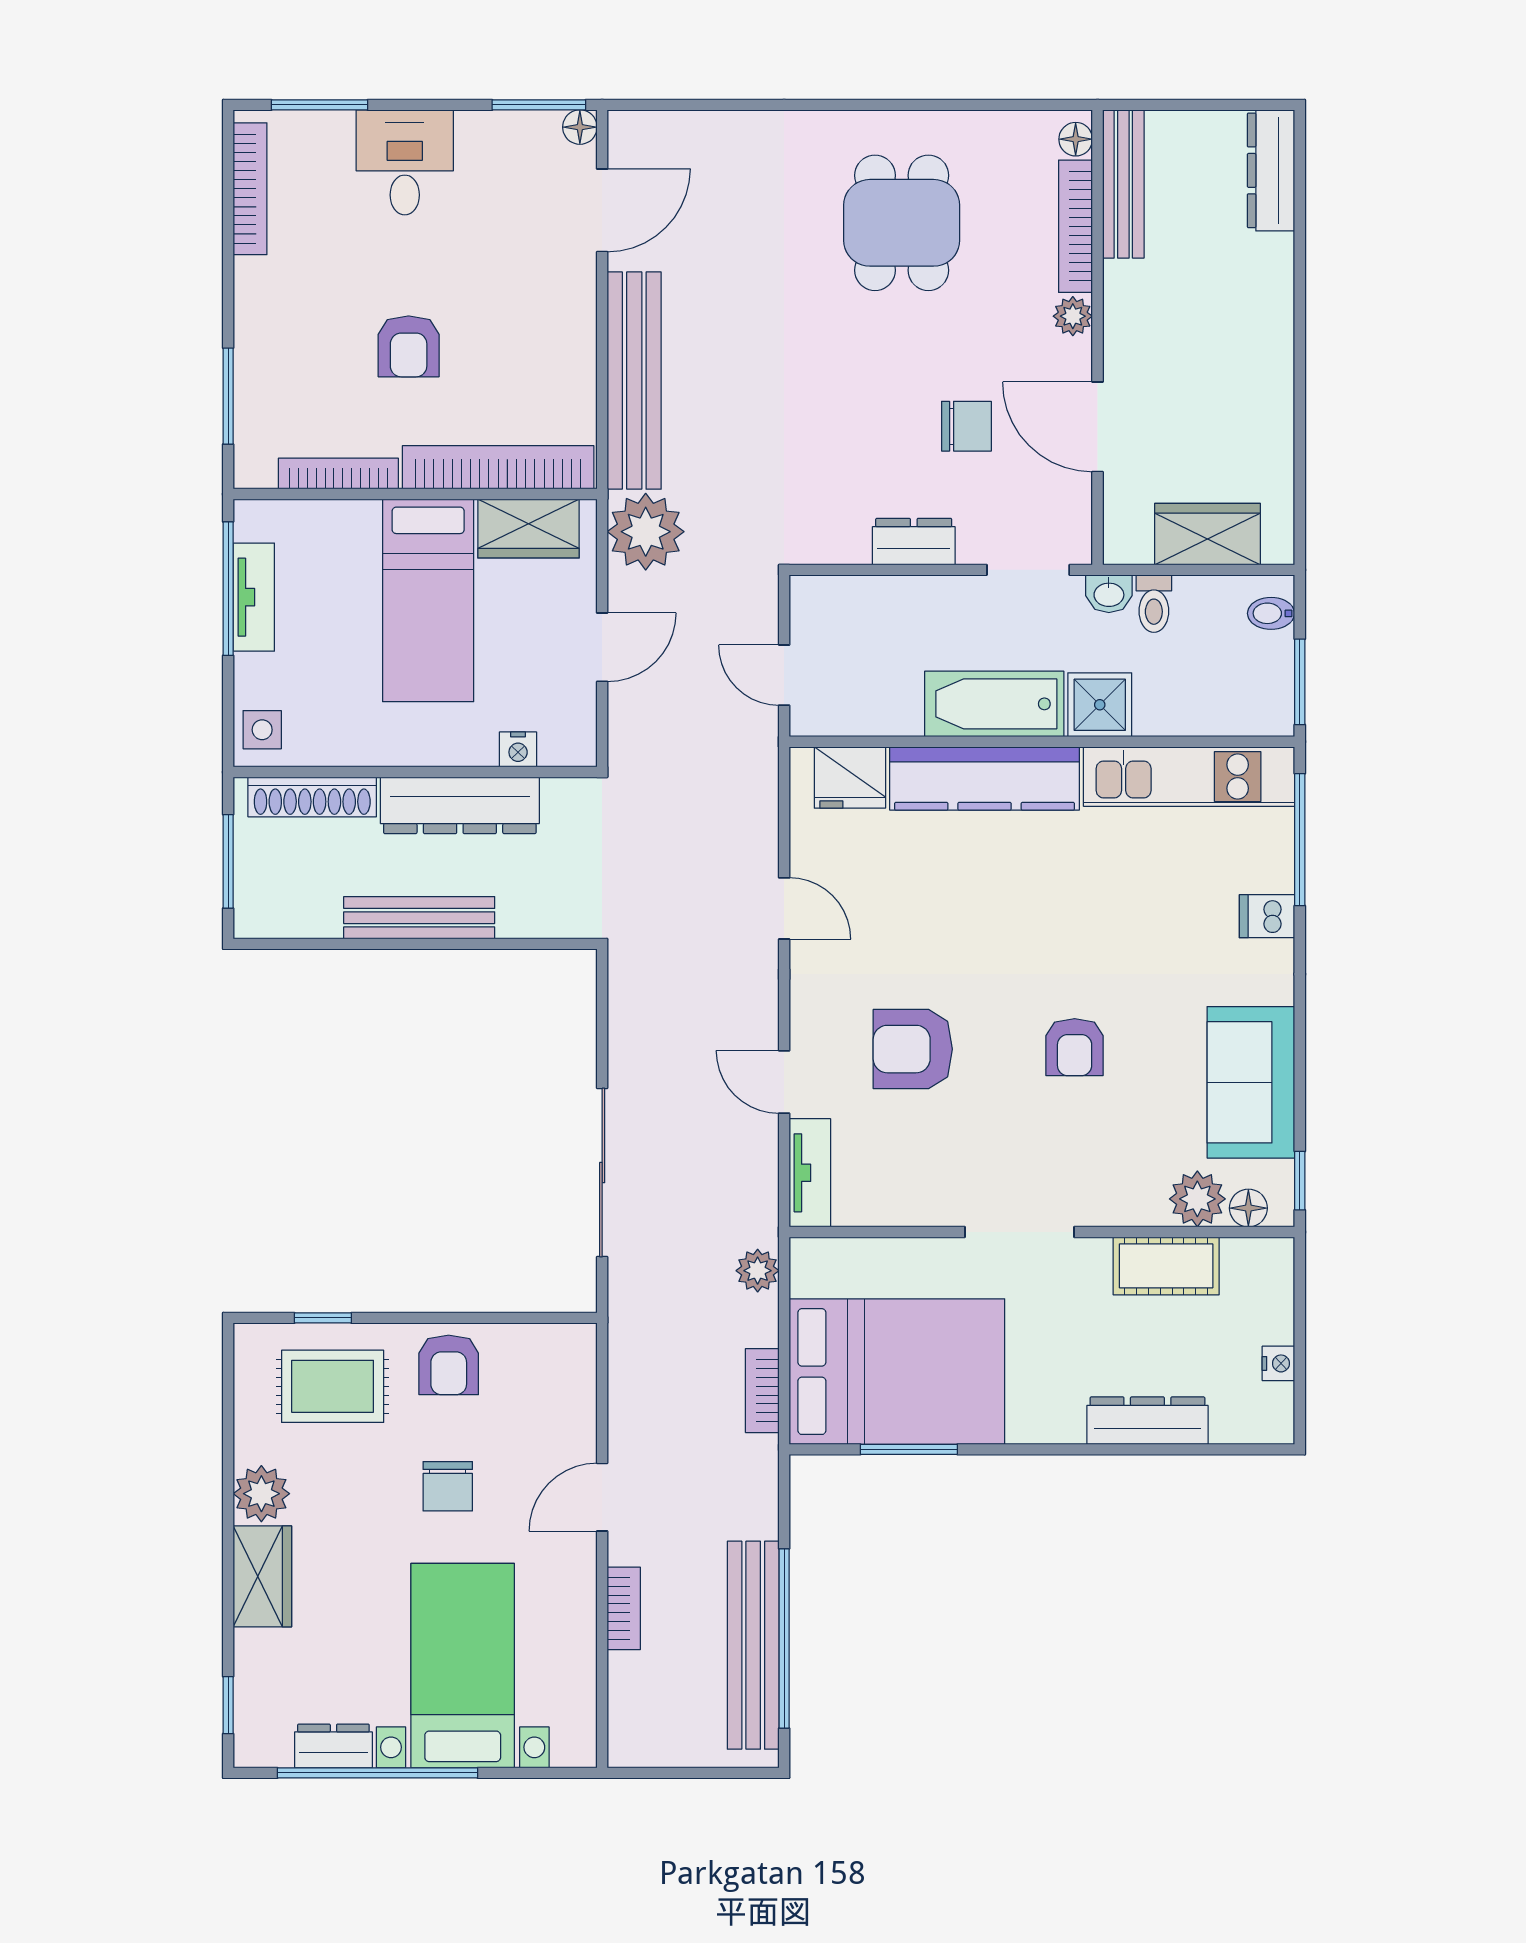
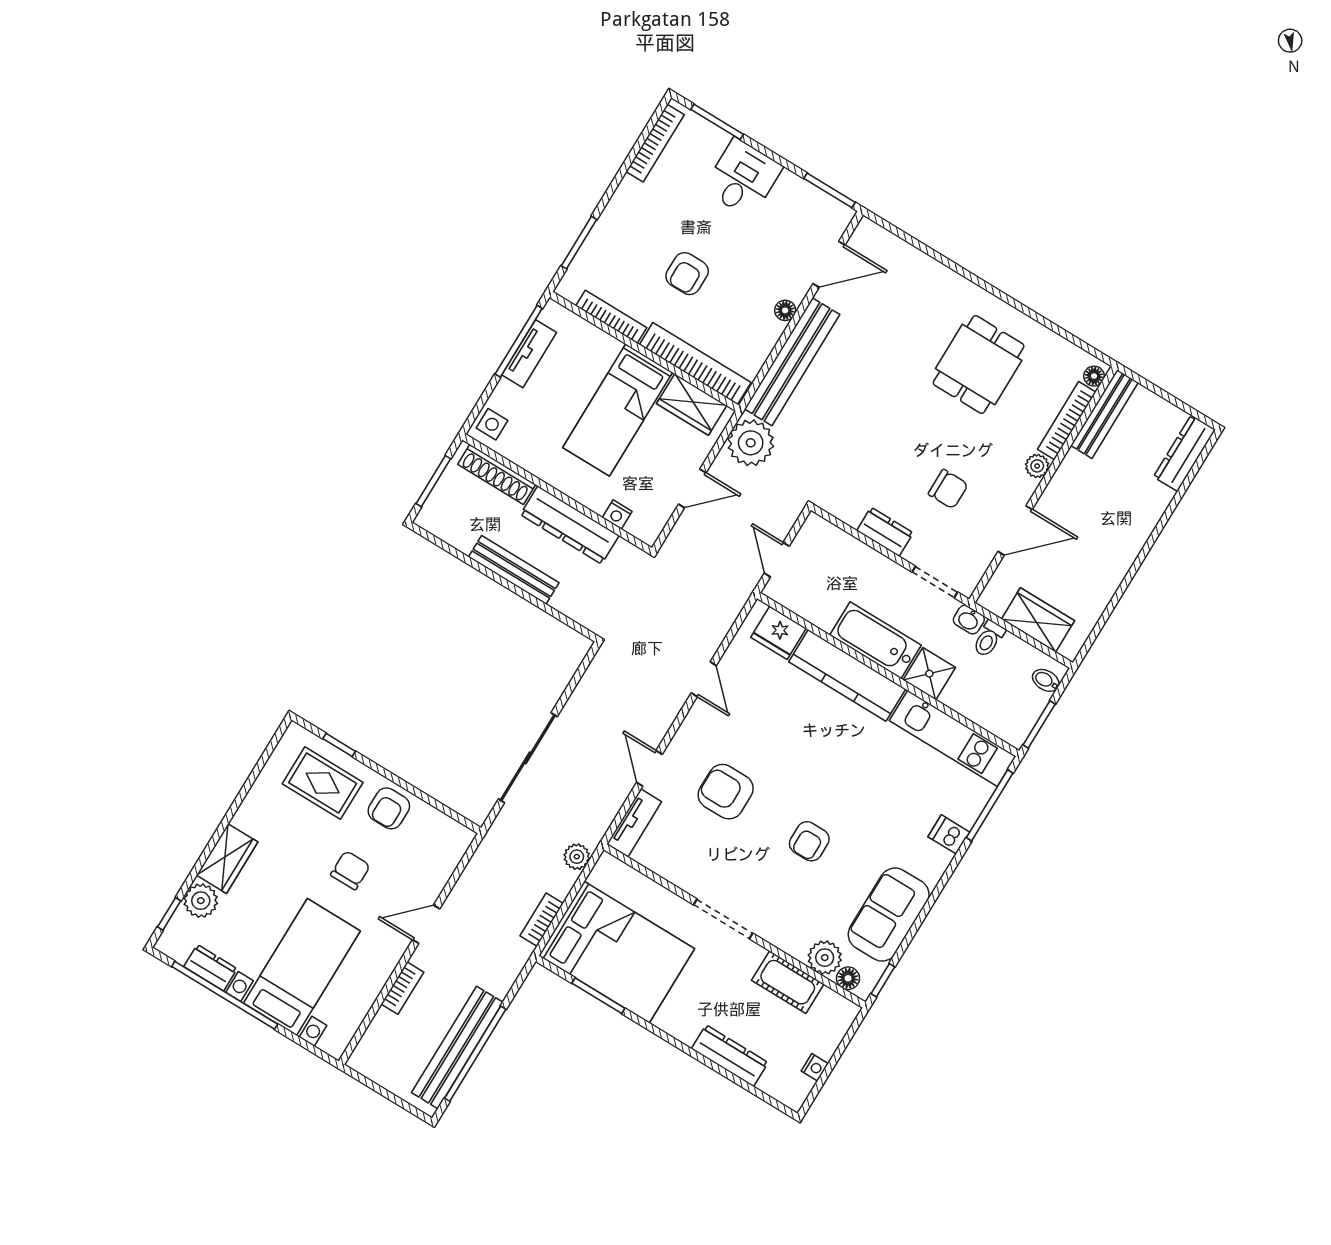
floor lamp: (580, 127) -> (785, 310), moved
door: (1098, 427) -> (1015, 530), swing flipped
chair: (448, 1486) -> (350, 870), turned 180
plant: (261, 1494) -> (201, 901), moved

